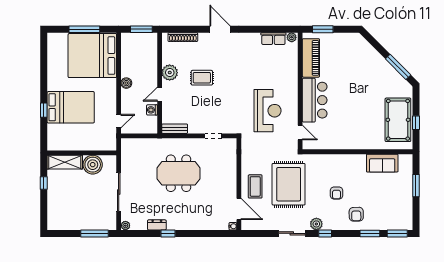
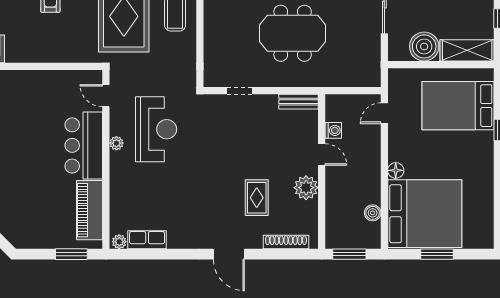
window: (84, 29) -> (437, 254), width x0.69
rug: (202, 78) -> (257, 198), moved, turned 90
boiler: (126, 83) -> (373, 213), moved
floor lamp: (111, 84) -> (396, 170), added
door: (160, 94) -> (322, 155), hinge flipped
plant: (293, 102) -> (116, 143), added
bed: (71, 107) -> (458, 106), moved
reception desk: (268, 111) -> (156, 129), turned 180

